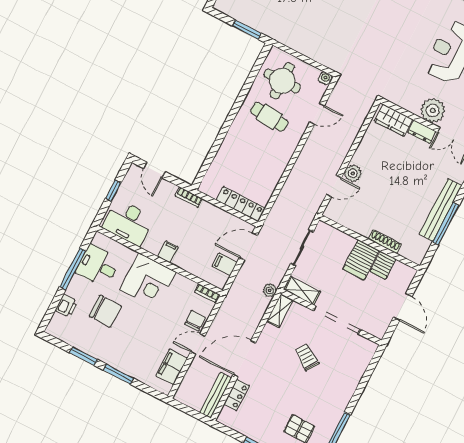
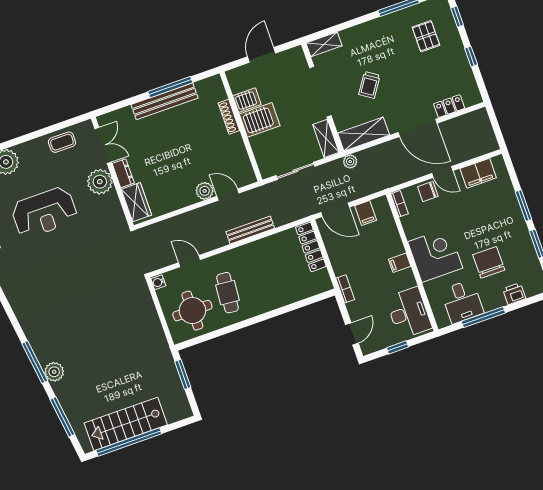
shelving: (280, 311) -> (364, 134), width x1.50, depth x1.33
shelving: (366, 356) -> (324, 44), added
bench: (216, 395) -> (250, 230), moved

